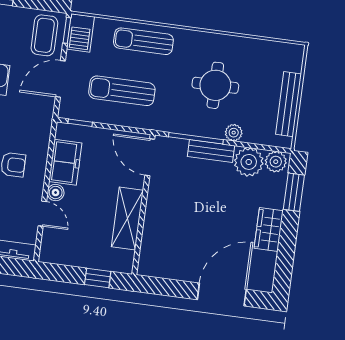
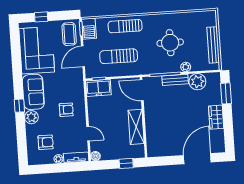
freezer: (65, 162) -> (98, 88), moved, turned 90
plant: (276, 162) -> (212, 78), removed
boiler: (56, 193) -> (95, 156), moved

